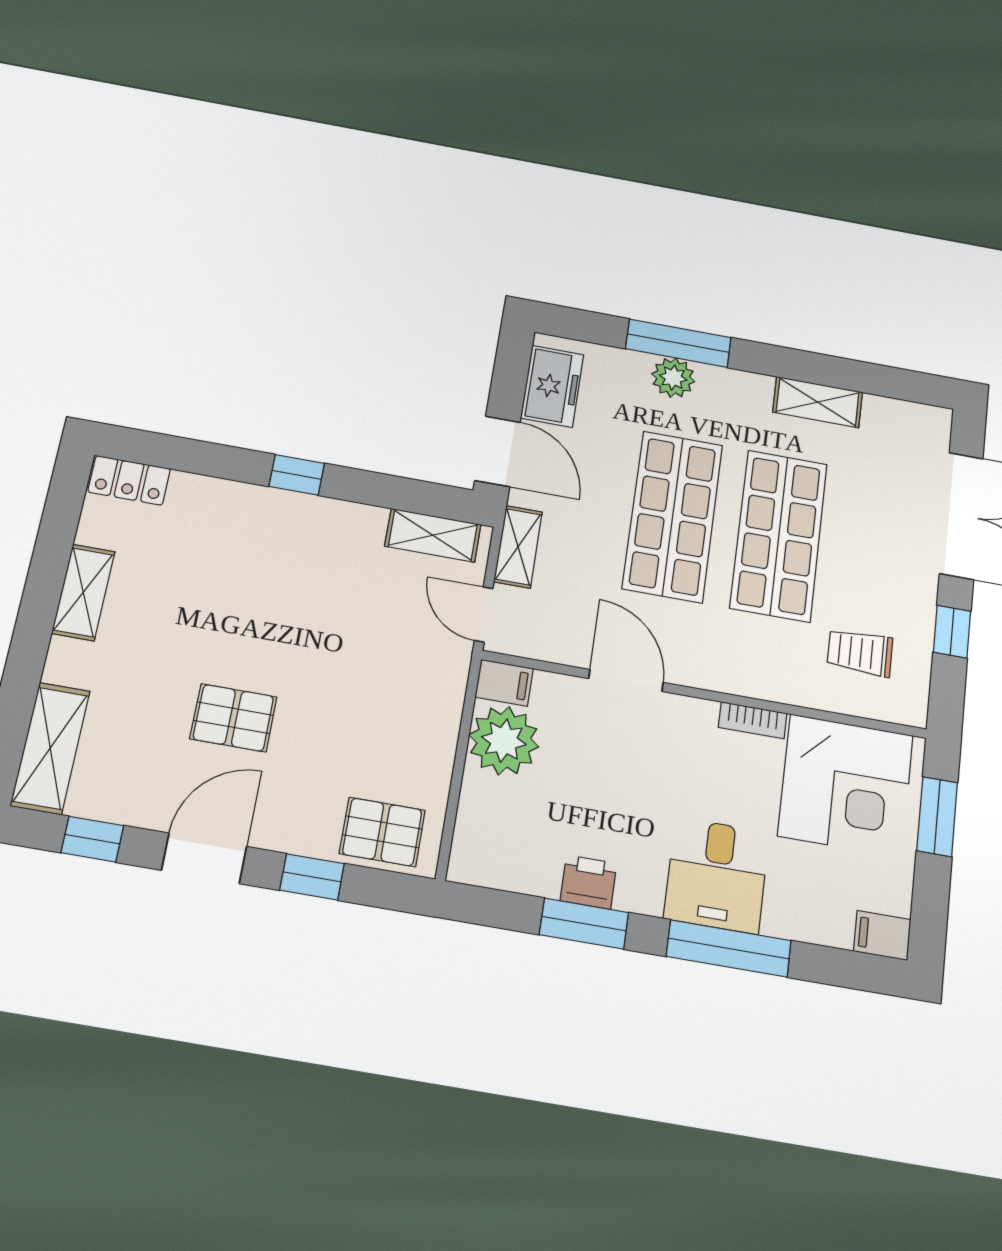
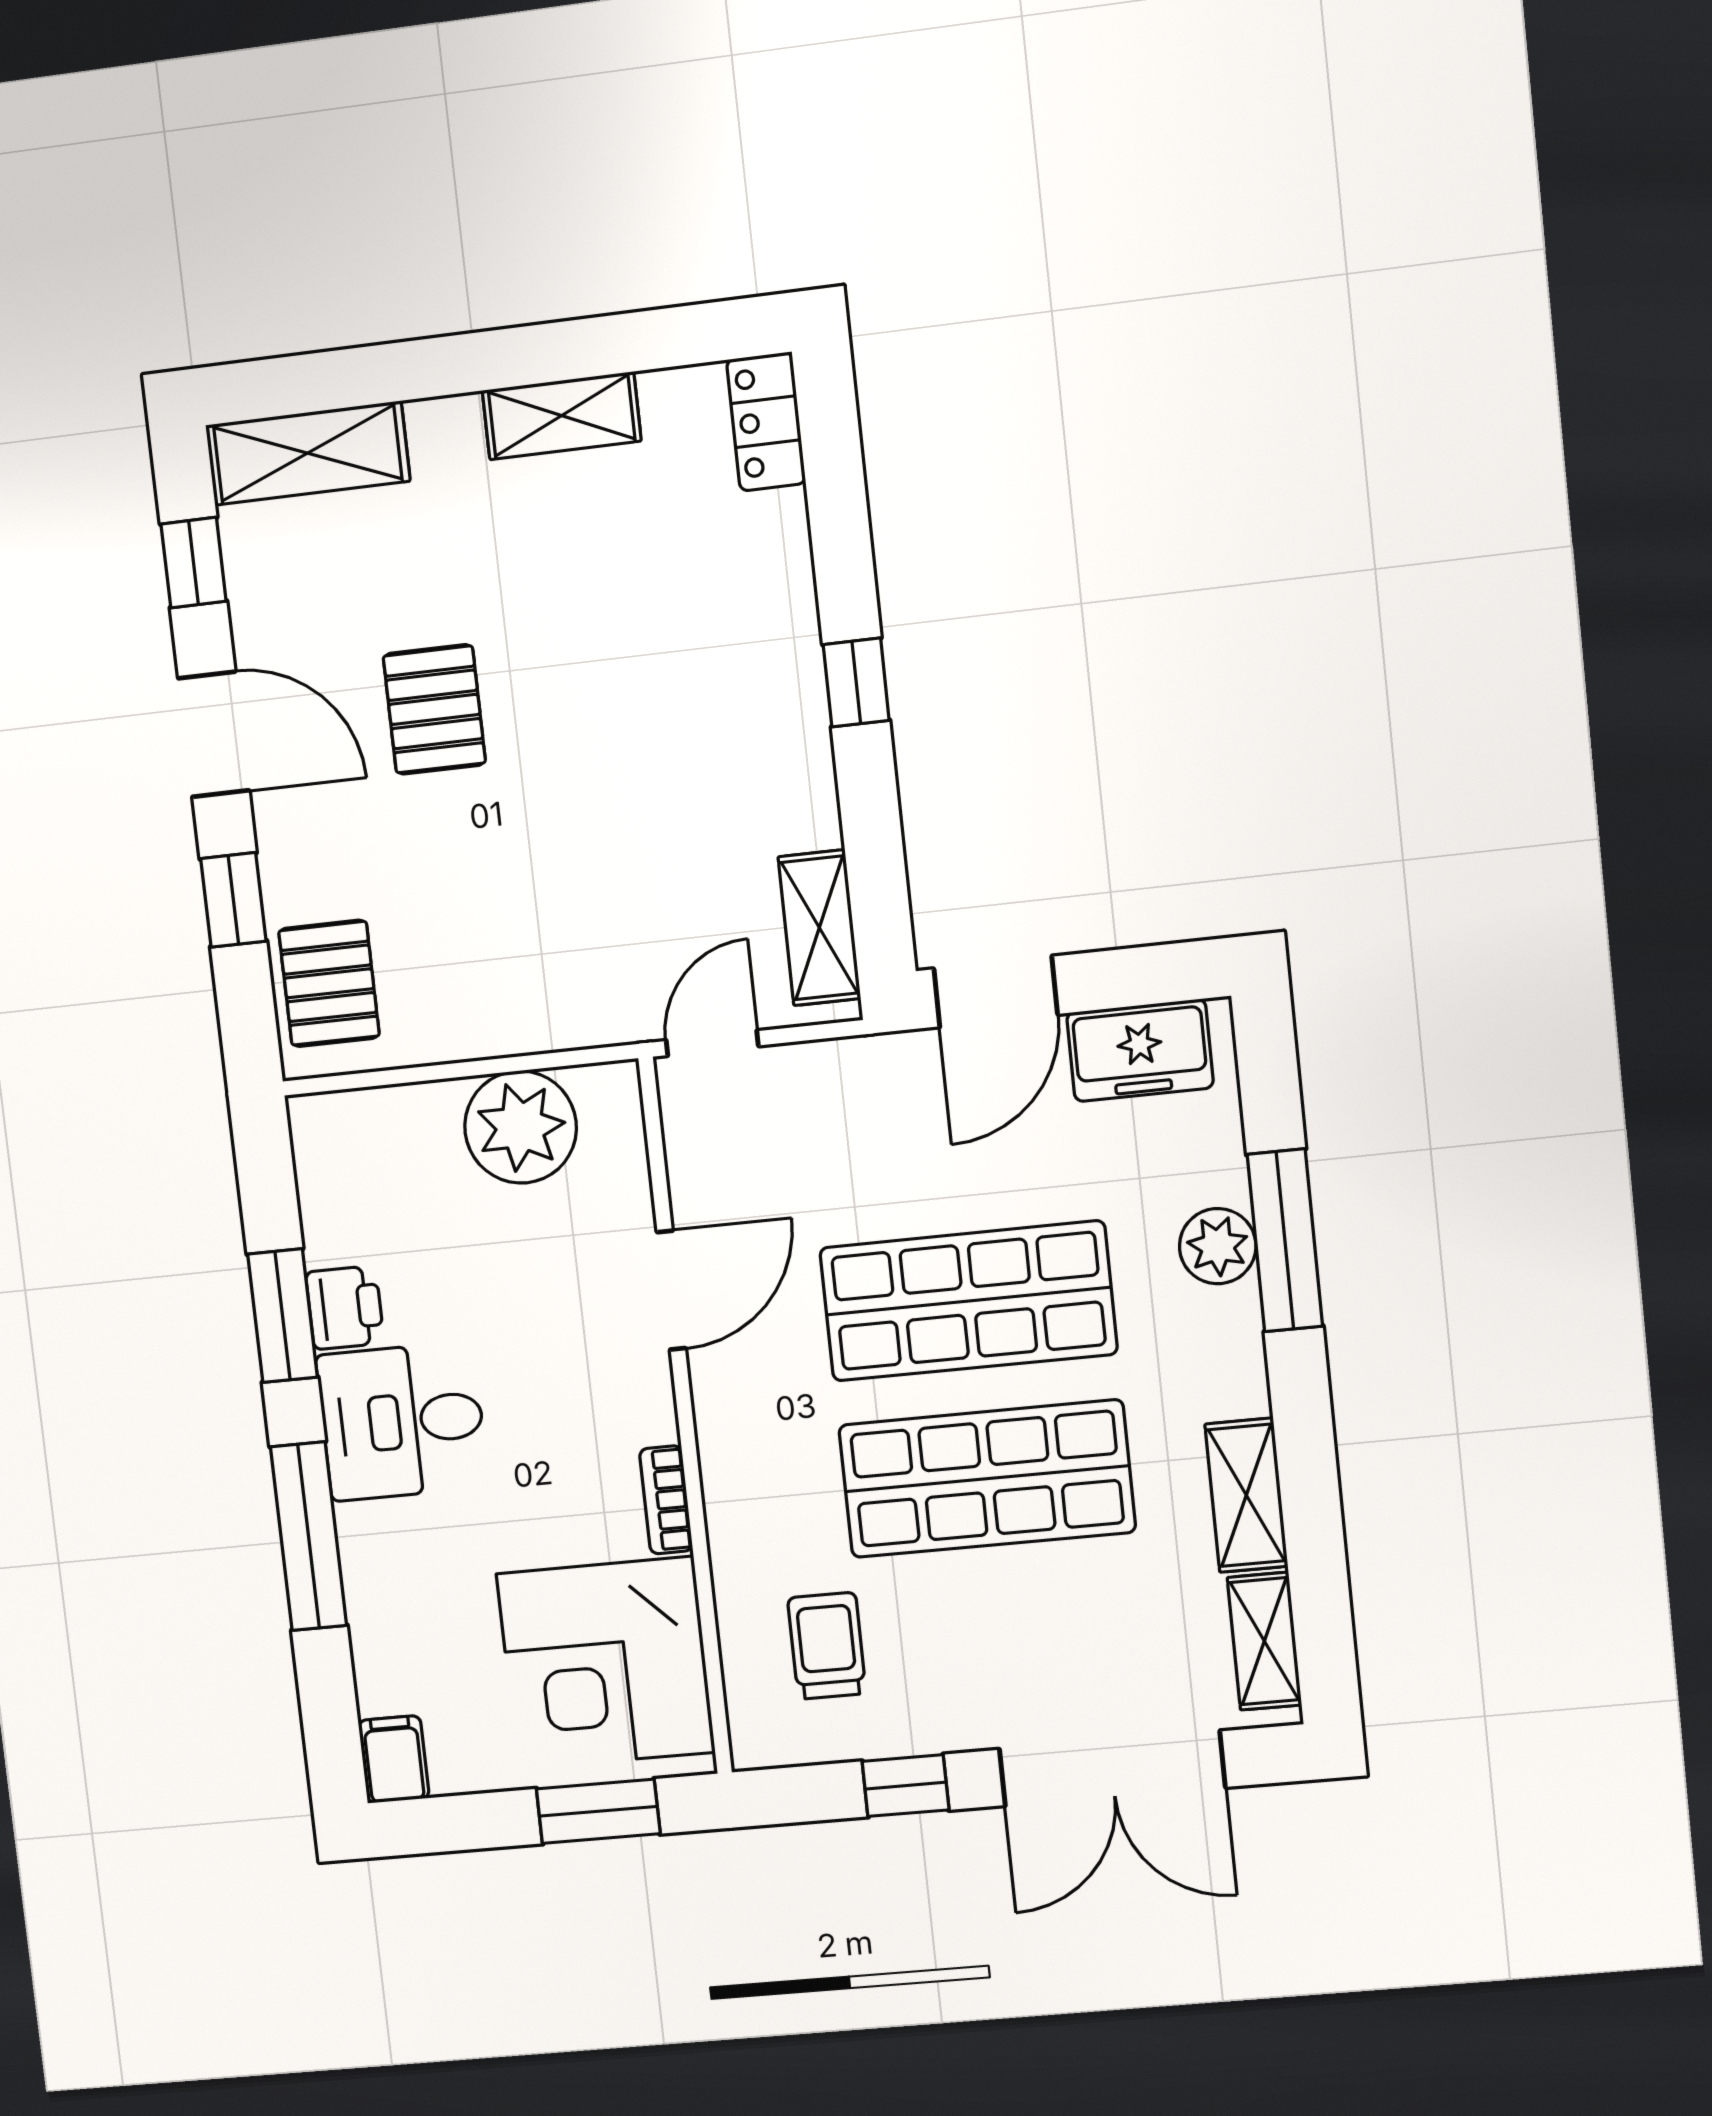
shelving: (518, 547) -> (1264, 1641), moved, turned 90
filing cabinet: (504, 683) -> (612, 1104), removed
desk: (717, 875) -> (402, 1421), moved

